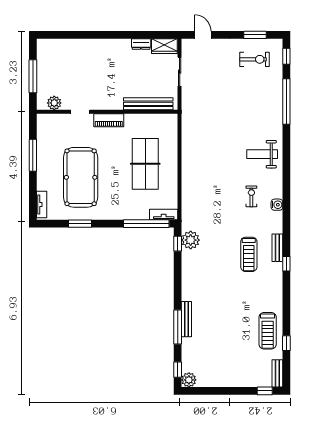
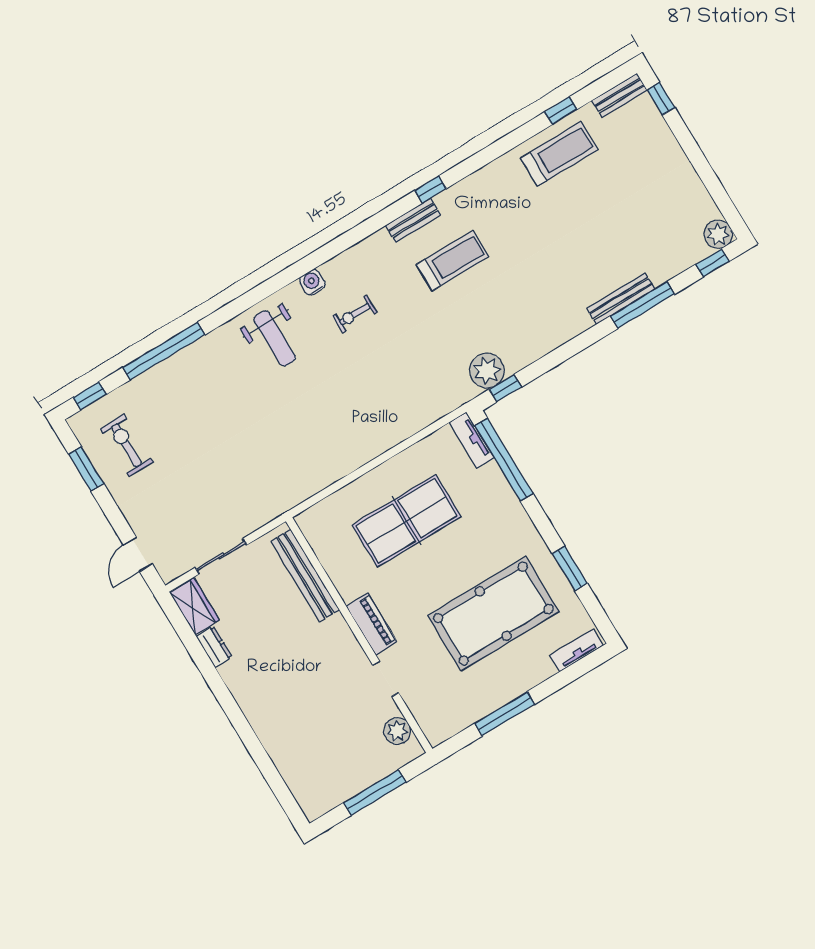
water cooler: (277, 205) -> (312, 282), moved

